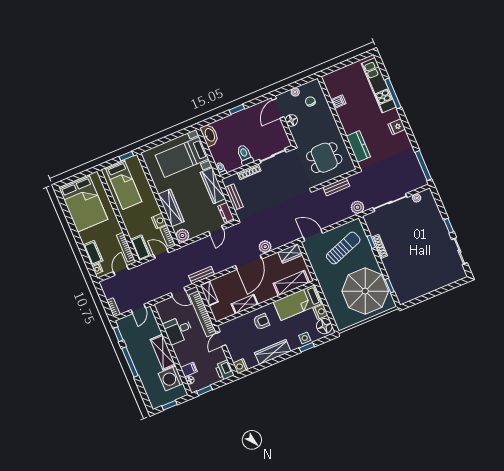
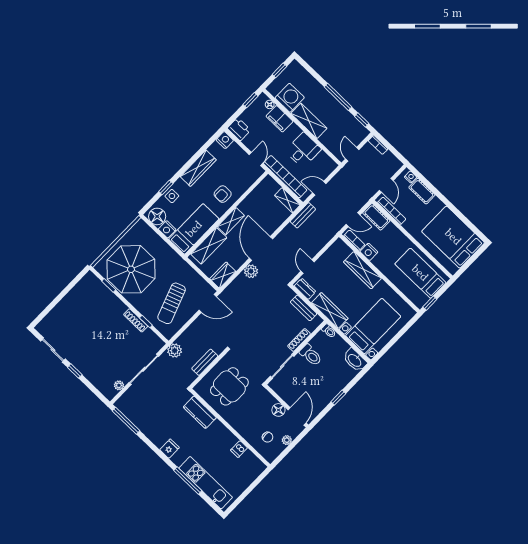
plant: (182, 235) -> (339, 247), removed
shelving: (245, 304) -> (231, 221), moved
filing cabinet: (189, 369) -> (279, 119), width x2.00

